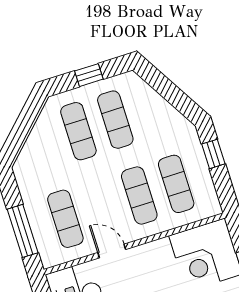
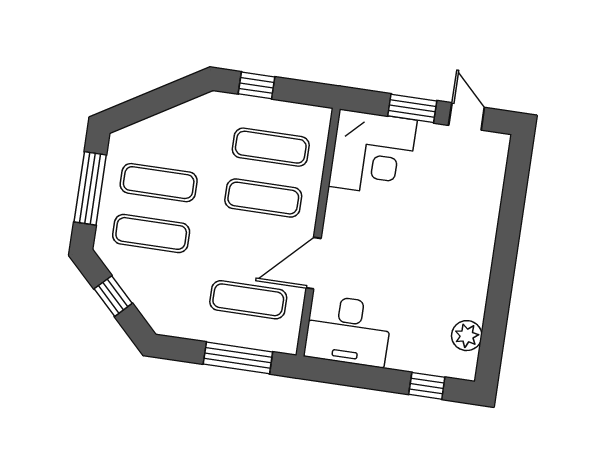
window: (89, 75) -> (90, 188), width x2.17
window: (24, 126) -> (113, 296), added
door: (112, 251) -> (314, 263), width x1.38

